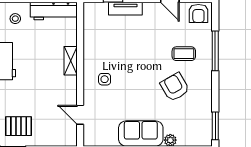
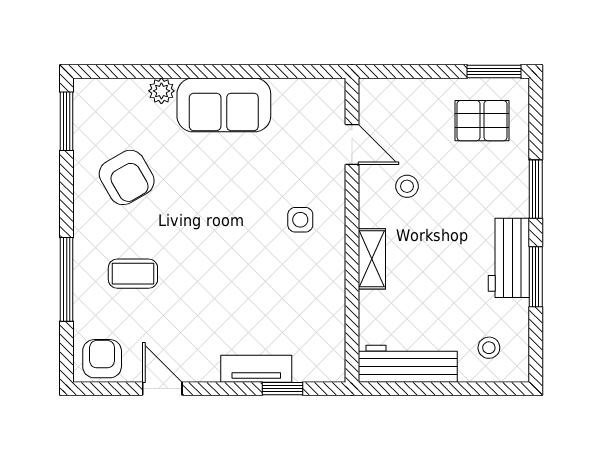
armchair: (175, 87) -> (127, 177), moved
stool: (54, 95) -> (407, 186), added

